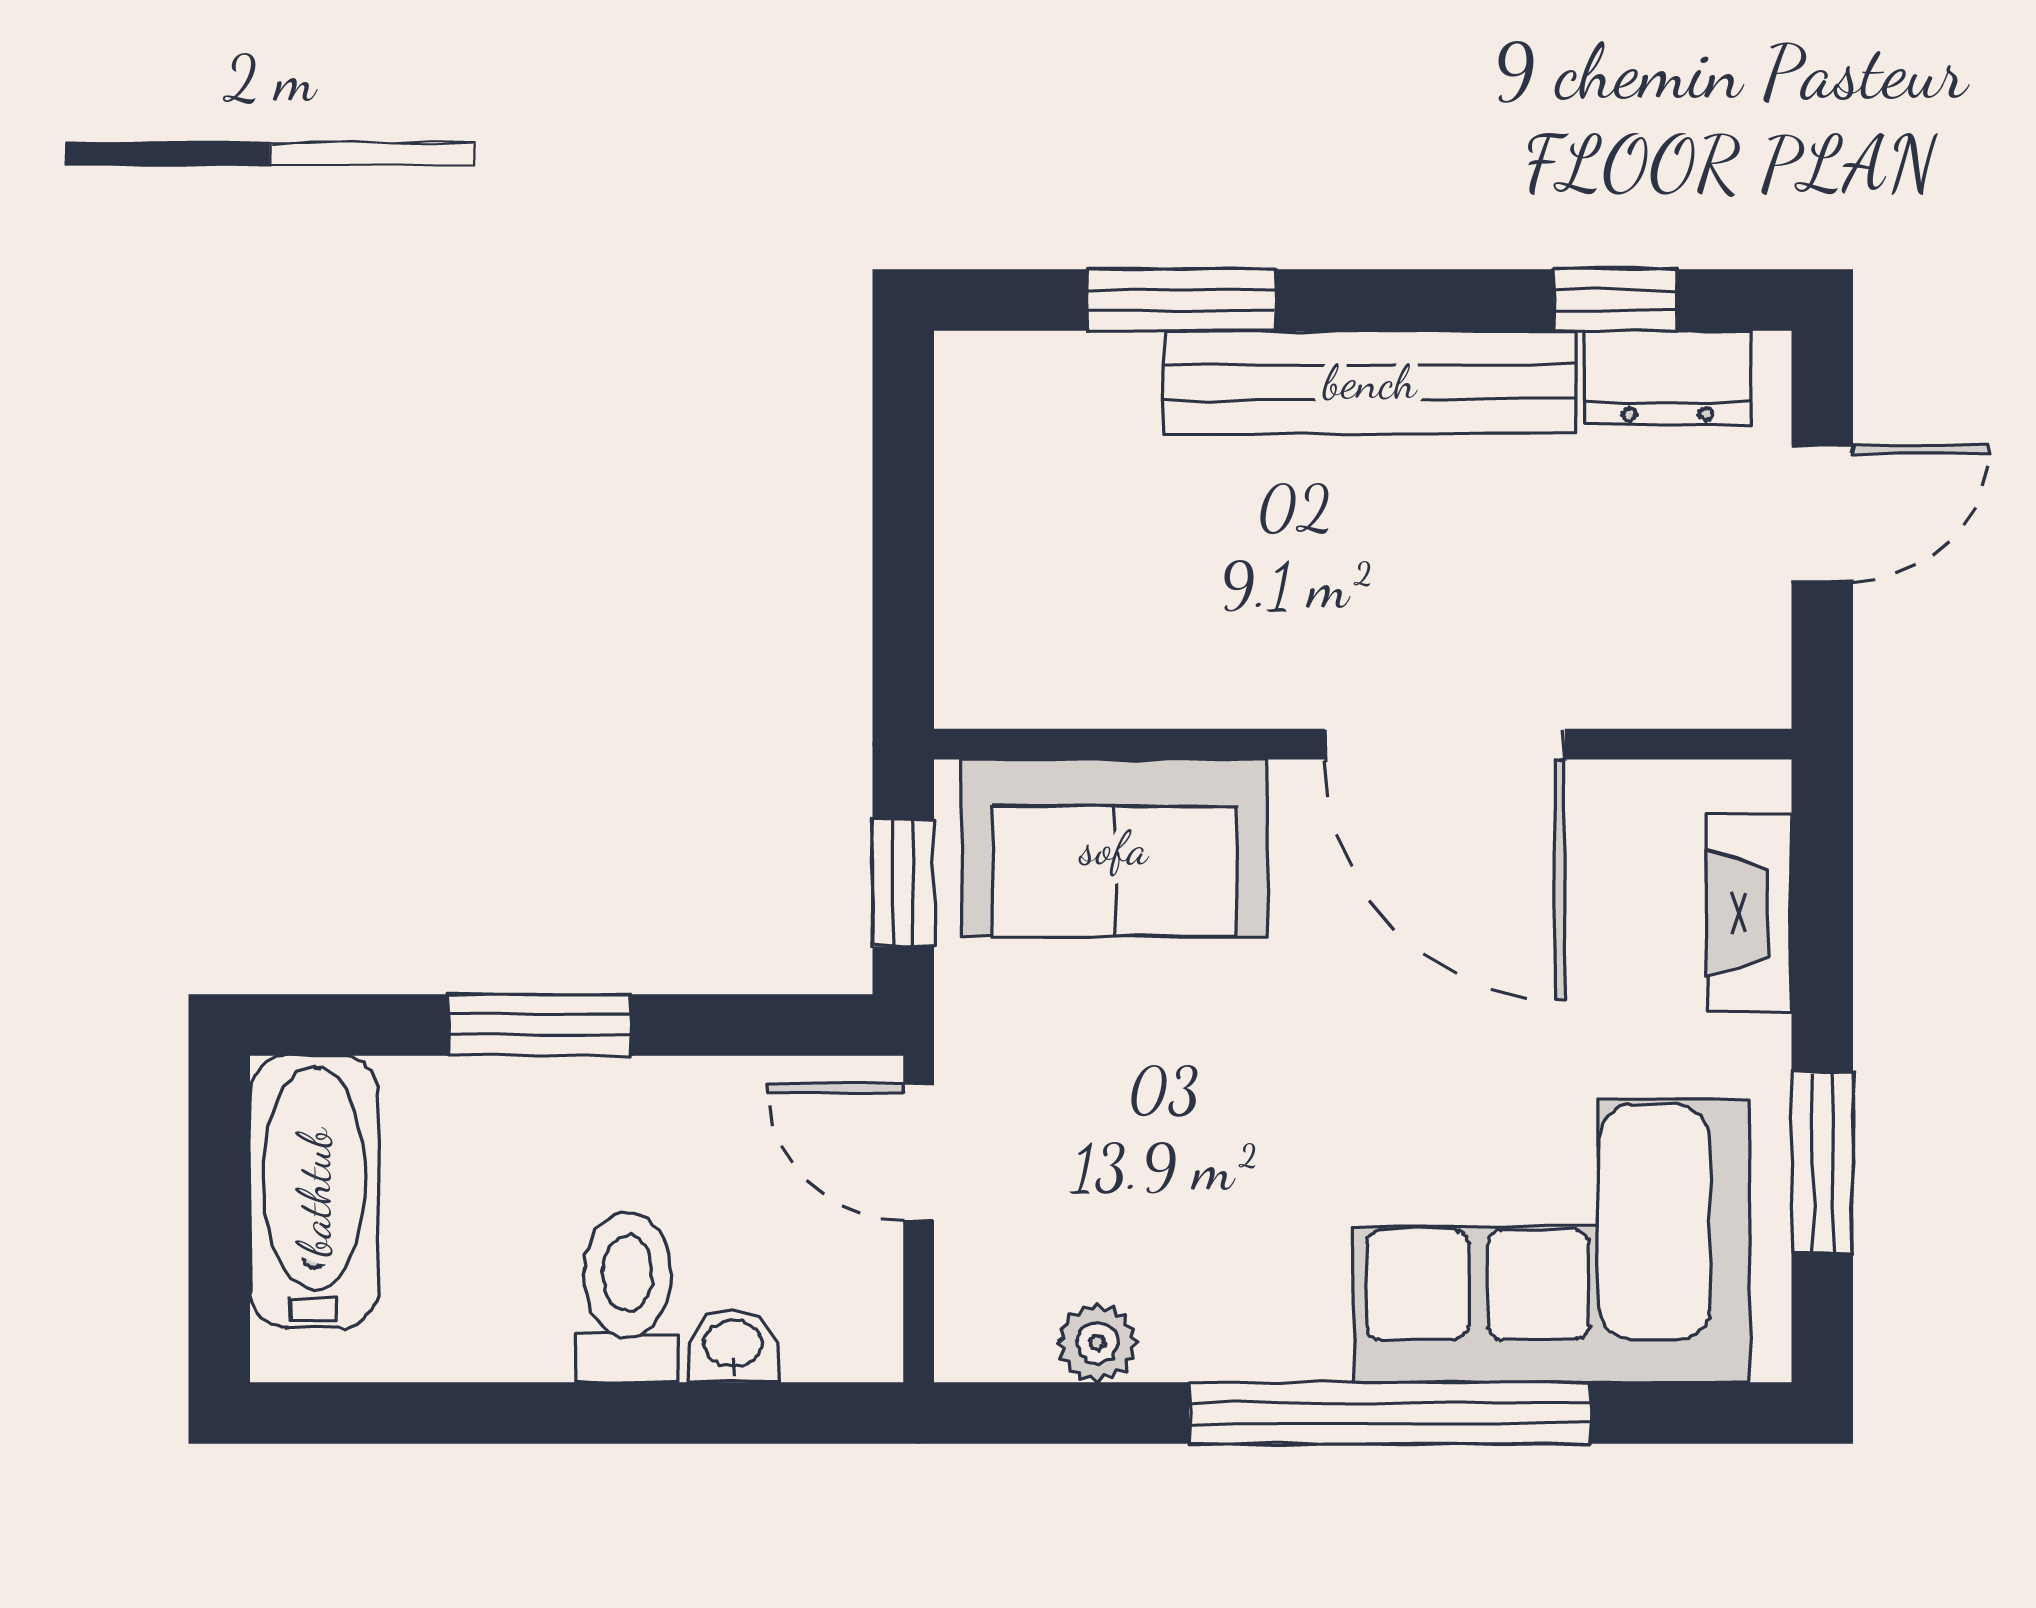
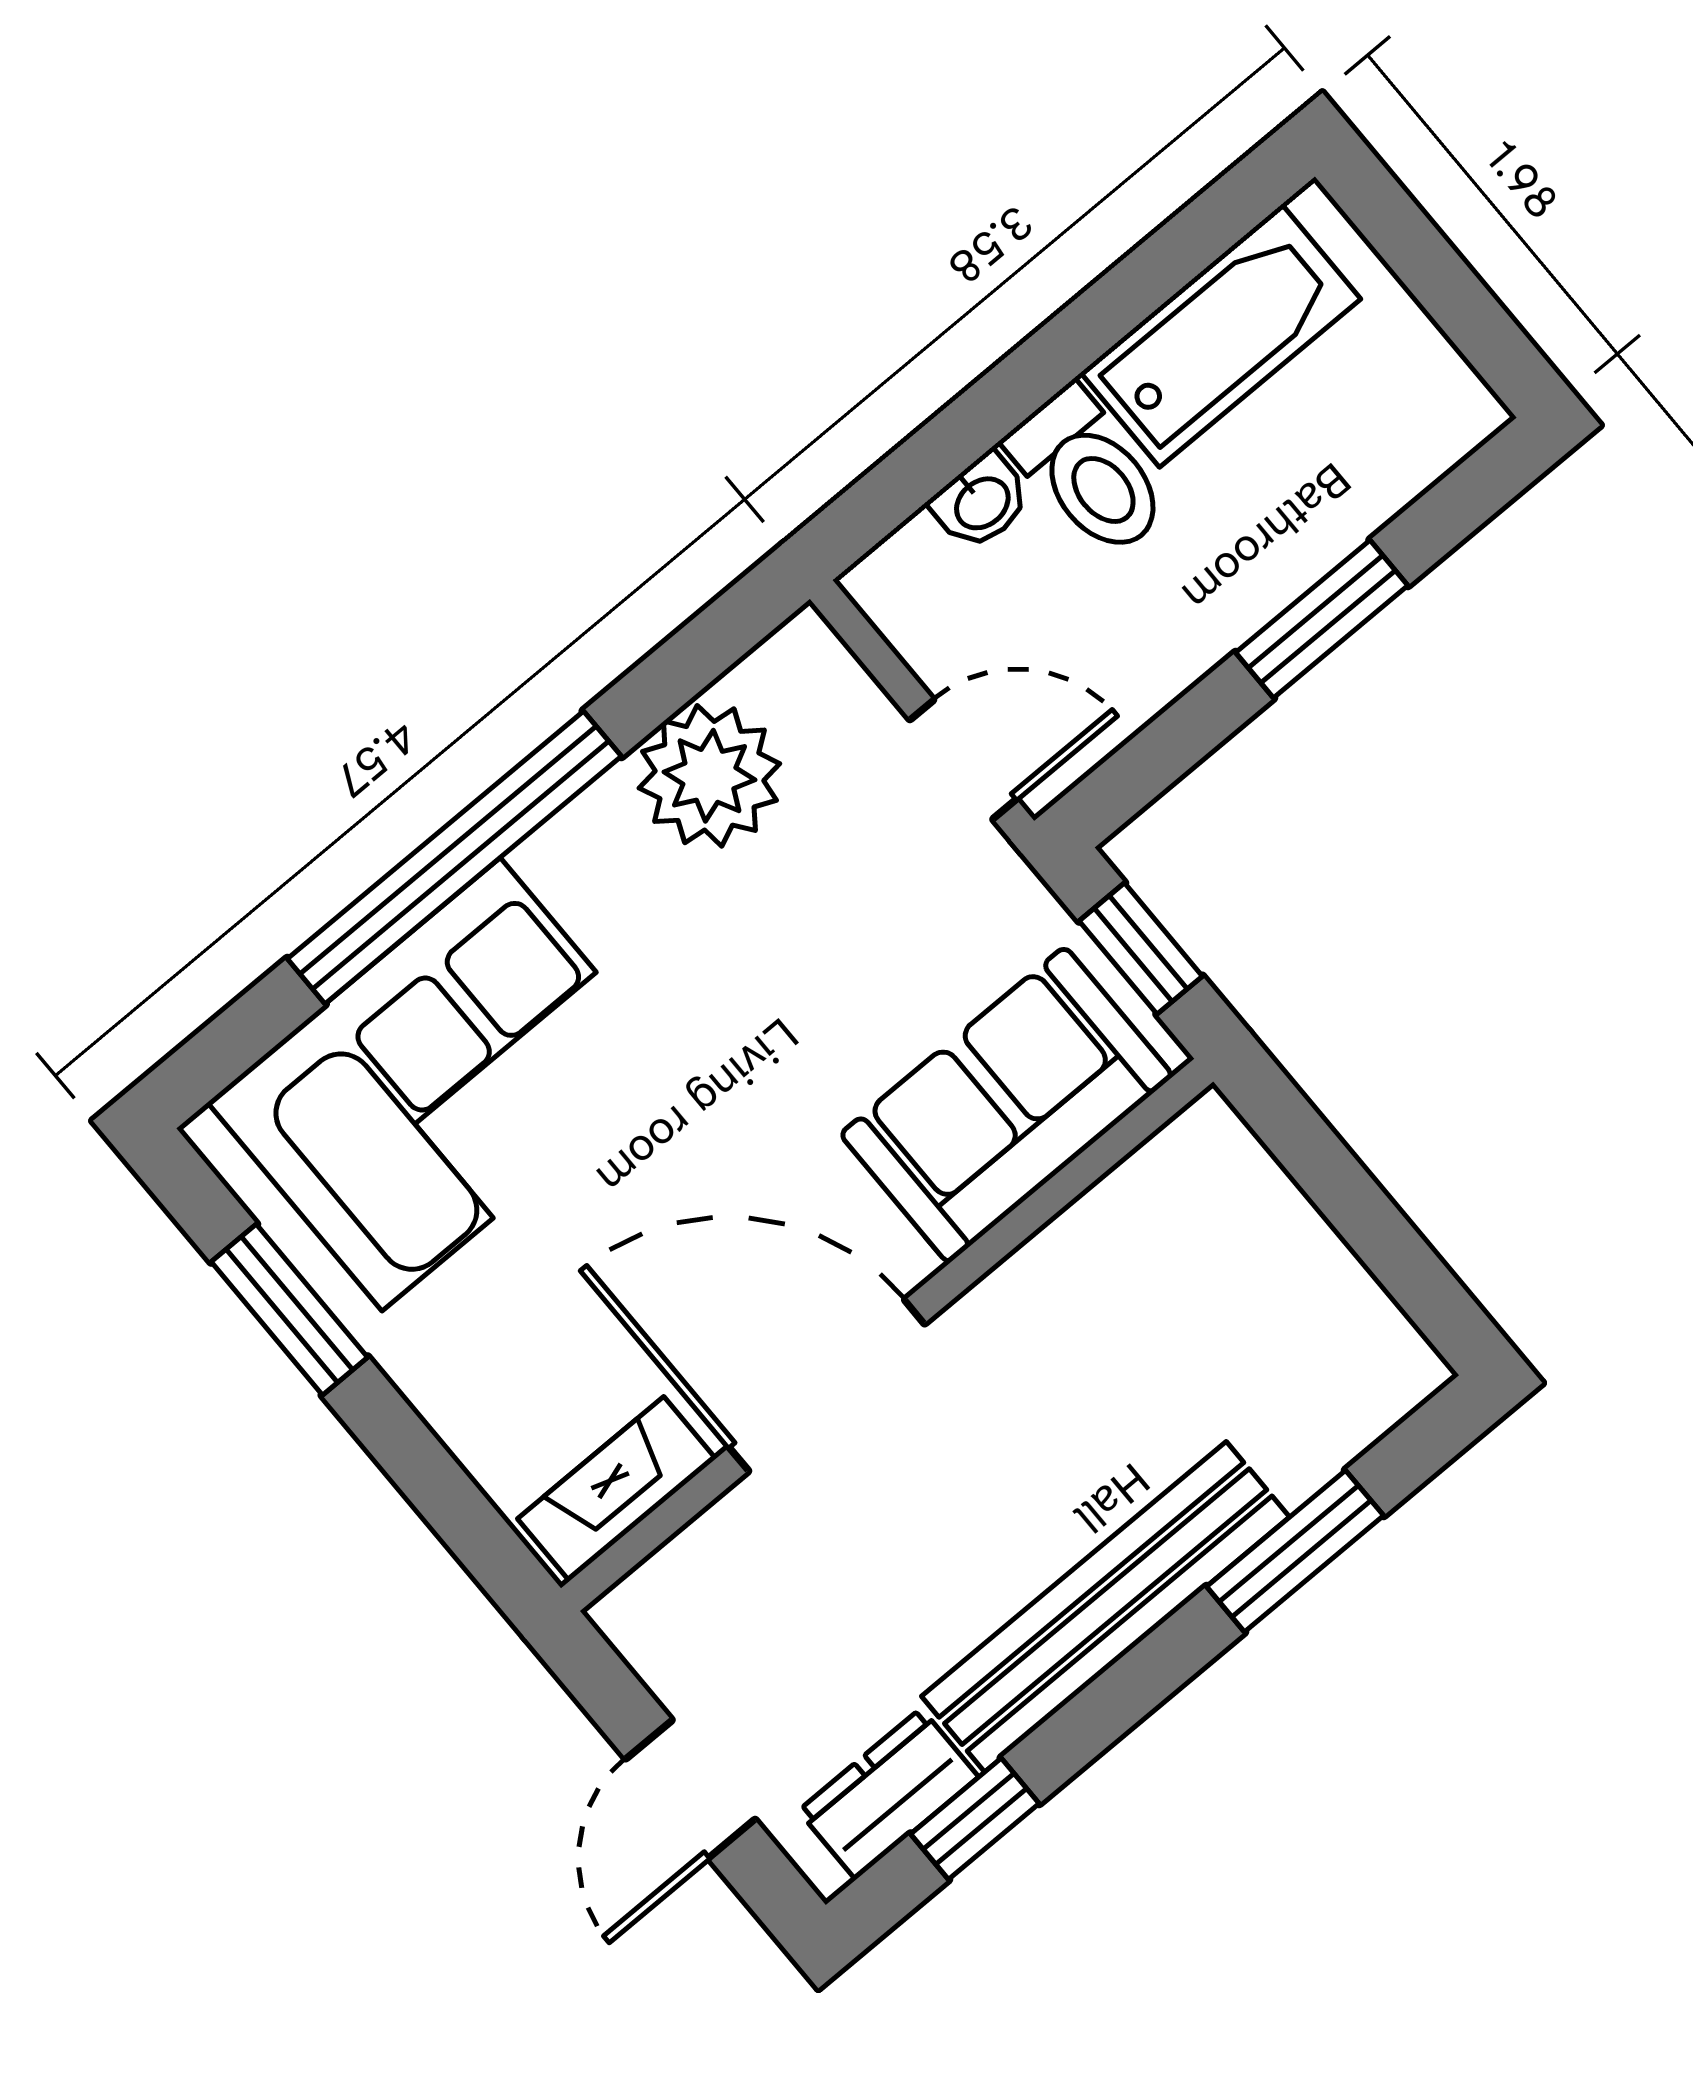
fireplace: (1749, 913) -> (617, 1489), moved, turned -90
bathtub: (314, 1192) -> (1221, 336), moved, turned -90
plant: (1097, 1343) -> (709, 776), width x1.87, depth x1.87

